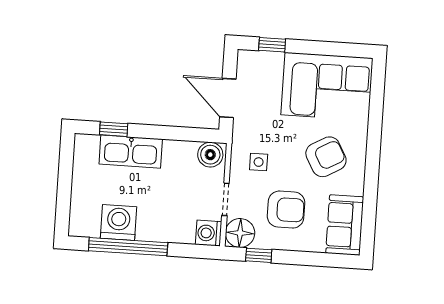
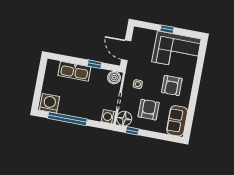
window: (272, 45) -> (167, 29), moved
window: (114, 129) -> (95, 64), moved
armchair: (326, 157) -> (172, 86), turned 119
armchair: (286, 210) -> (149, 110), turned -90
washing machine: (119, 222) -> (50, 103), moved

